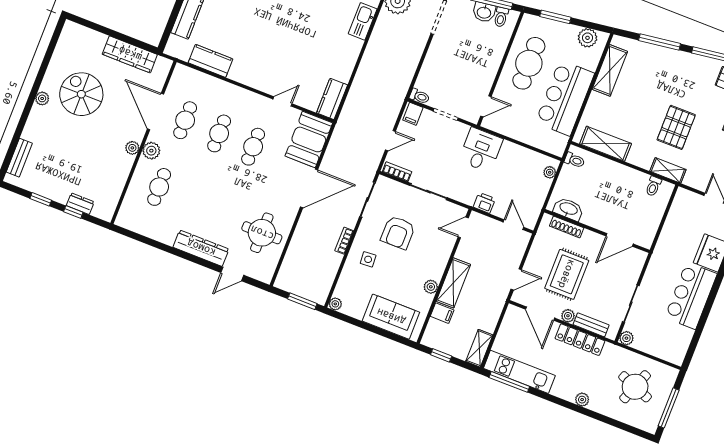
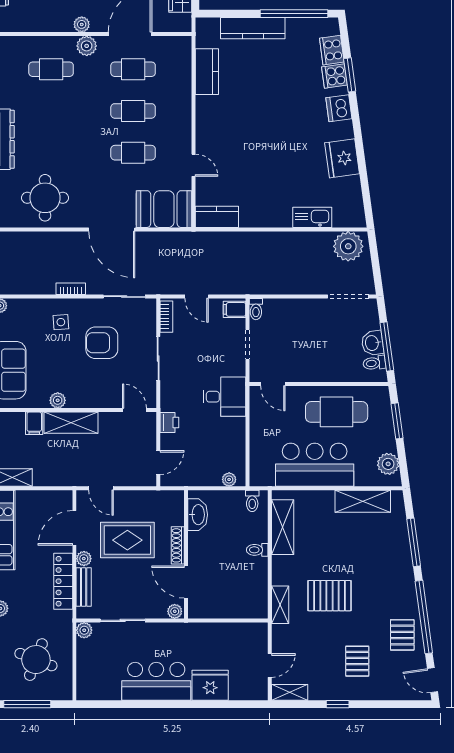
toilet: (653, 186) -> (257, 550), moved
shoe rack: (567, 227) -> (178, 545), moved
plant: (640, 258) -> (175, 611), added

